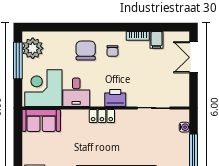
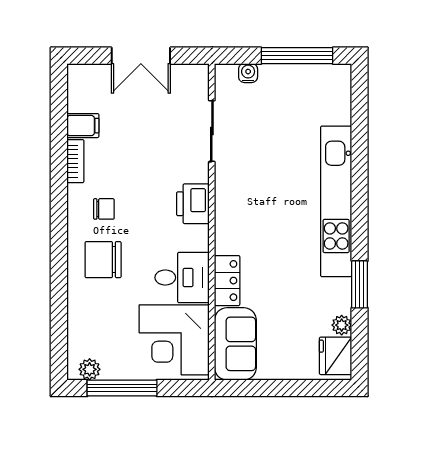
plant: (33, 48) -> (90, 369), width x0.53, depth x0.53
double door: (193, 57) -> (141, 56), moved
locker: (102, 116) -> (227, 281), moved

